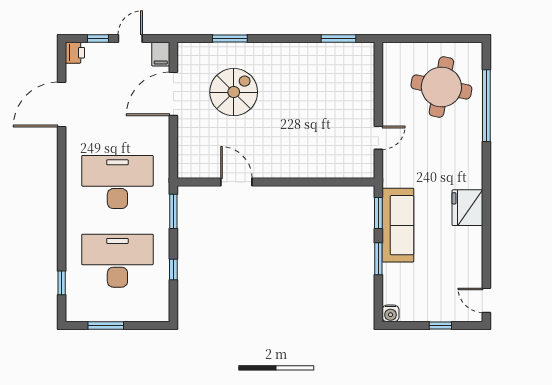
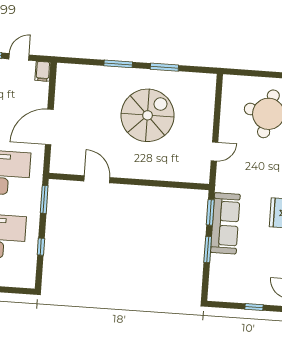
window: (230, 39) -> (118, 64), moved
window: (338, 39) -> (164, 67), moved
spiral stairs: (234, 92) -> (148, 115), moved, width x1.37, depth x1.37
door: (173, 94) -> (49, 127), moved
water cooler: (391, 313) -> (214, 294), removed

